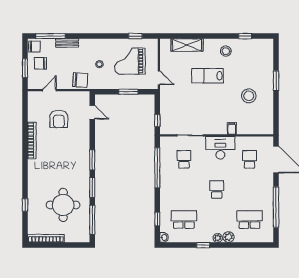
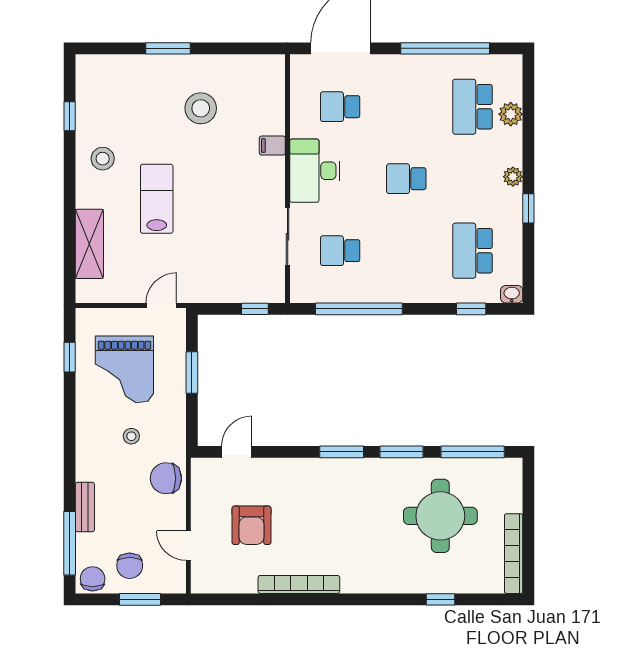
lab bench: (208, 76) -> (157, 199), turned 180
chair: (80, 80) -> (166, 478), turned -94
armchair: (59, 119) -> (251, 525), turned 90
plant: (228, 237) -> (511, 114), moved

